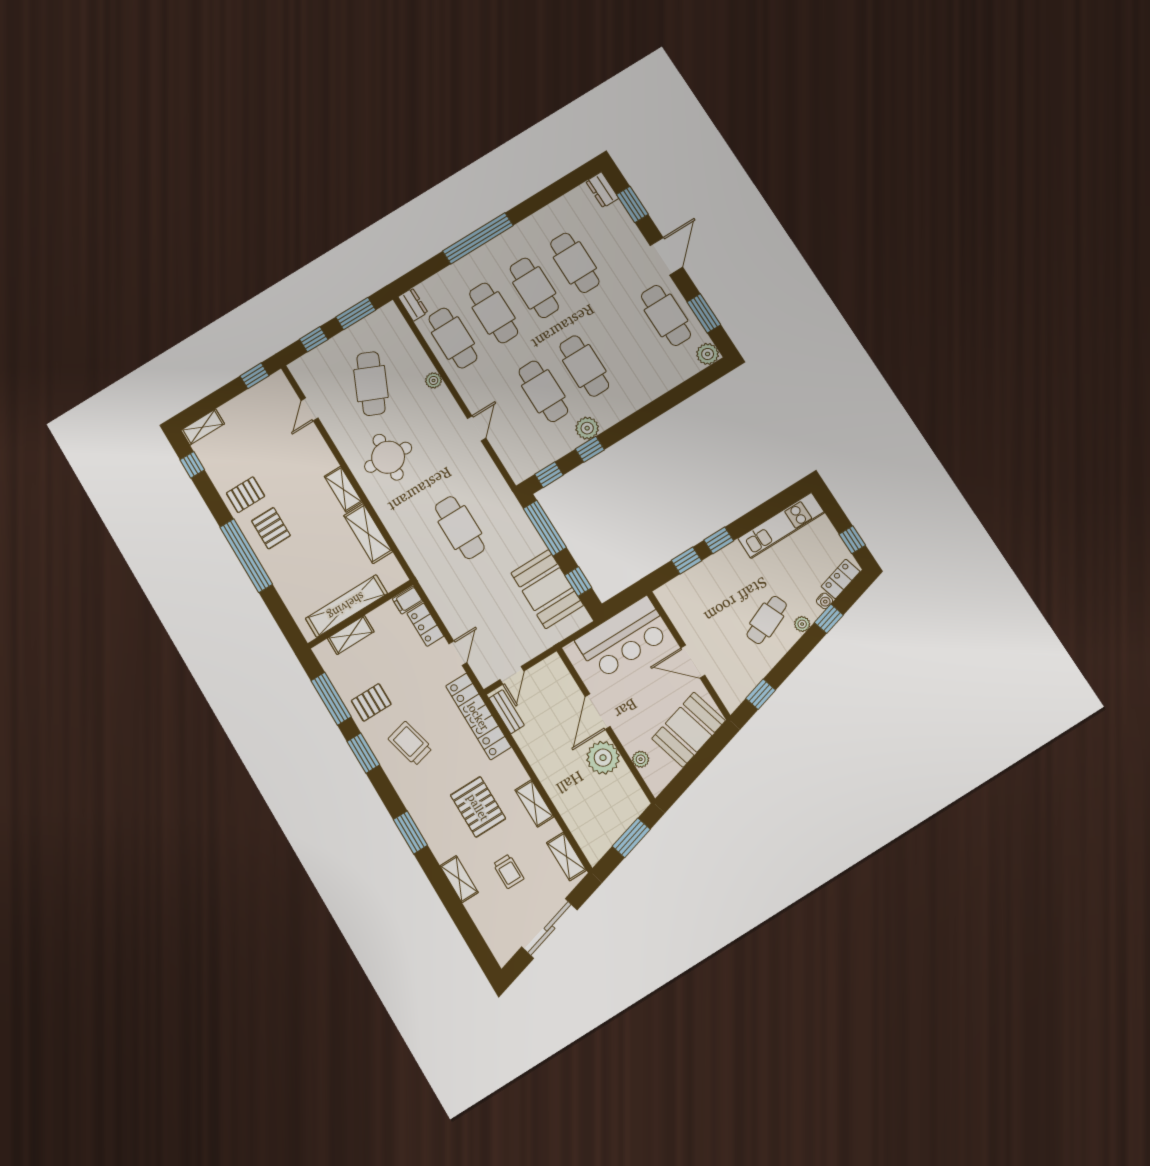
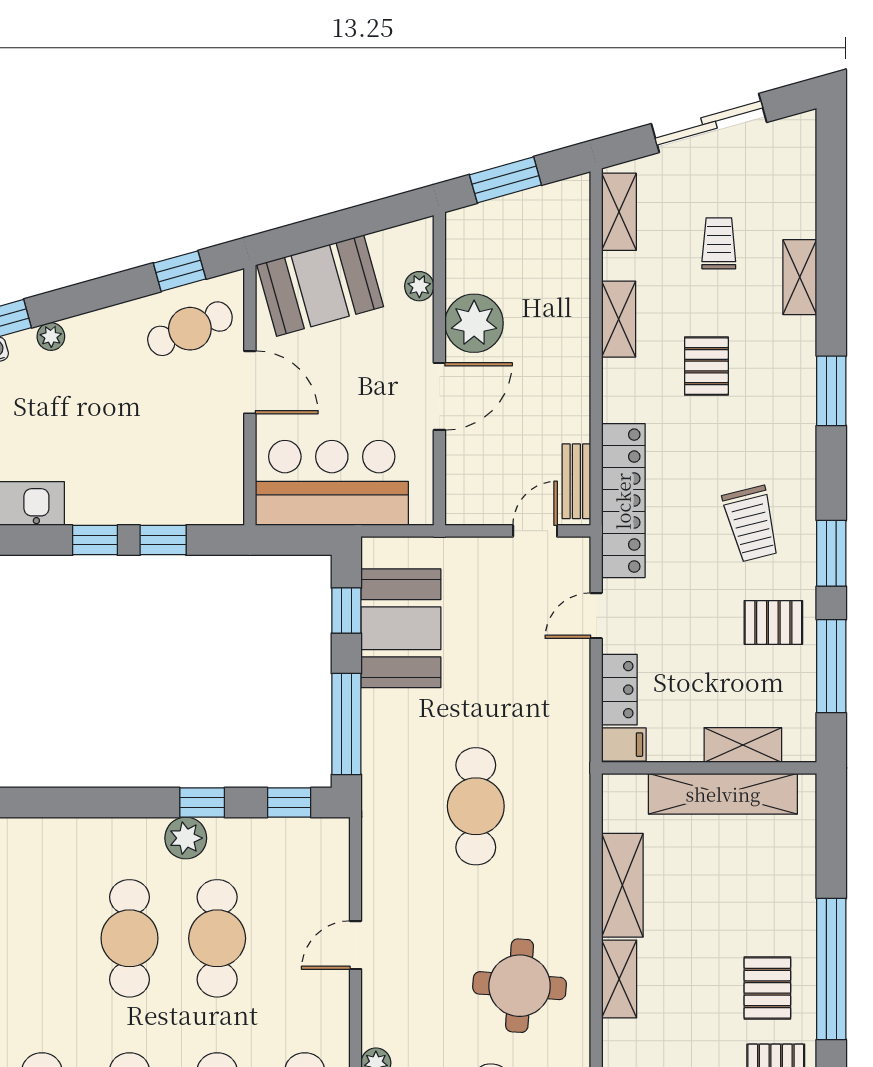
cafe table: (767, 620) -> (190, 329), moved
pallet: (478, 807) -> (706, 366), width x0.67, depth x0.71

